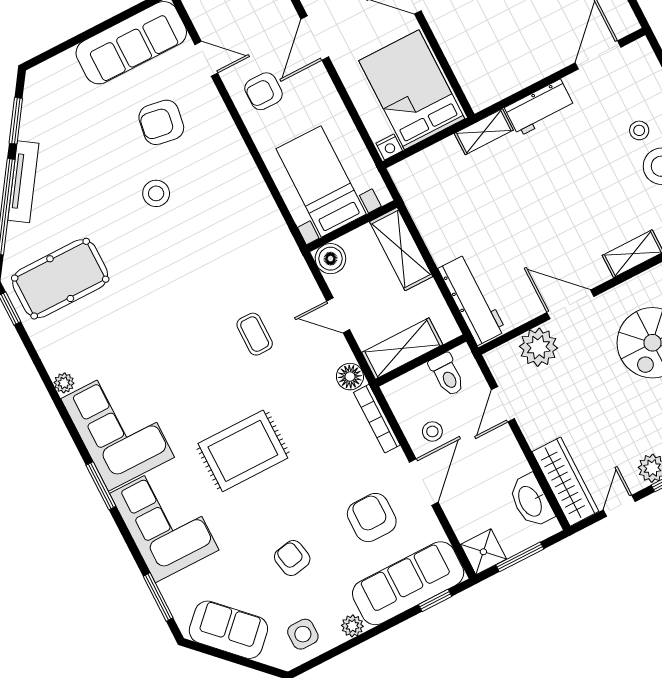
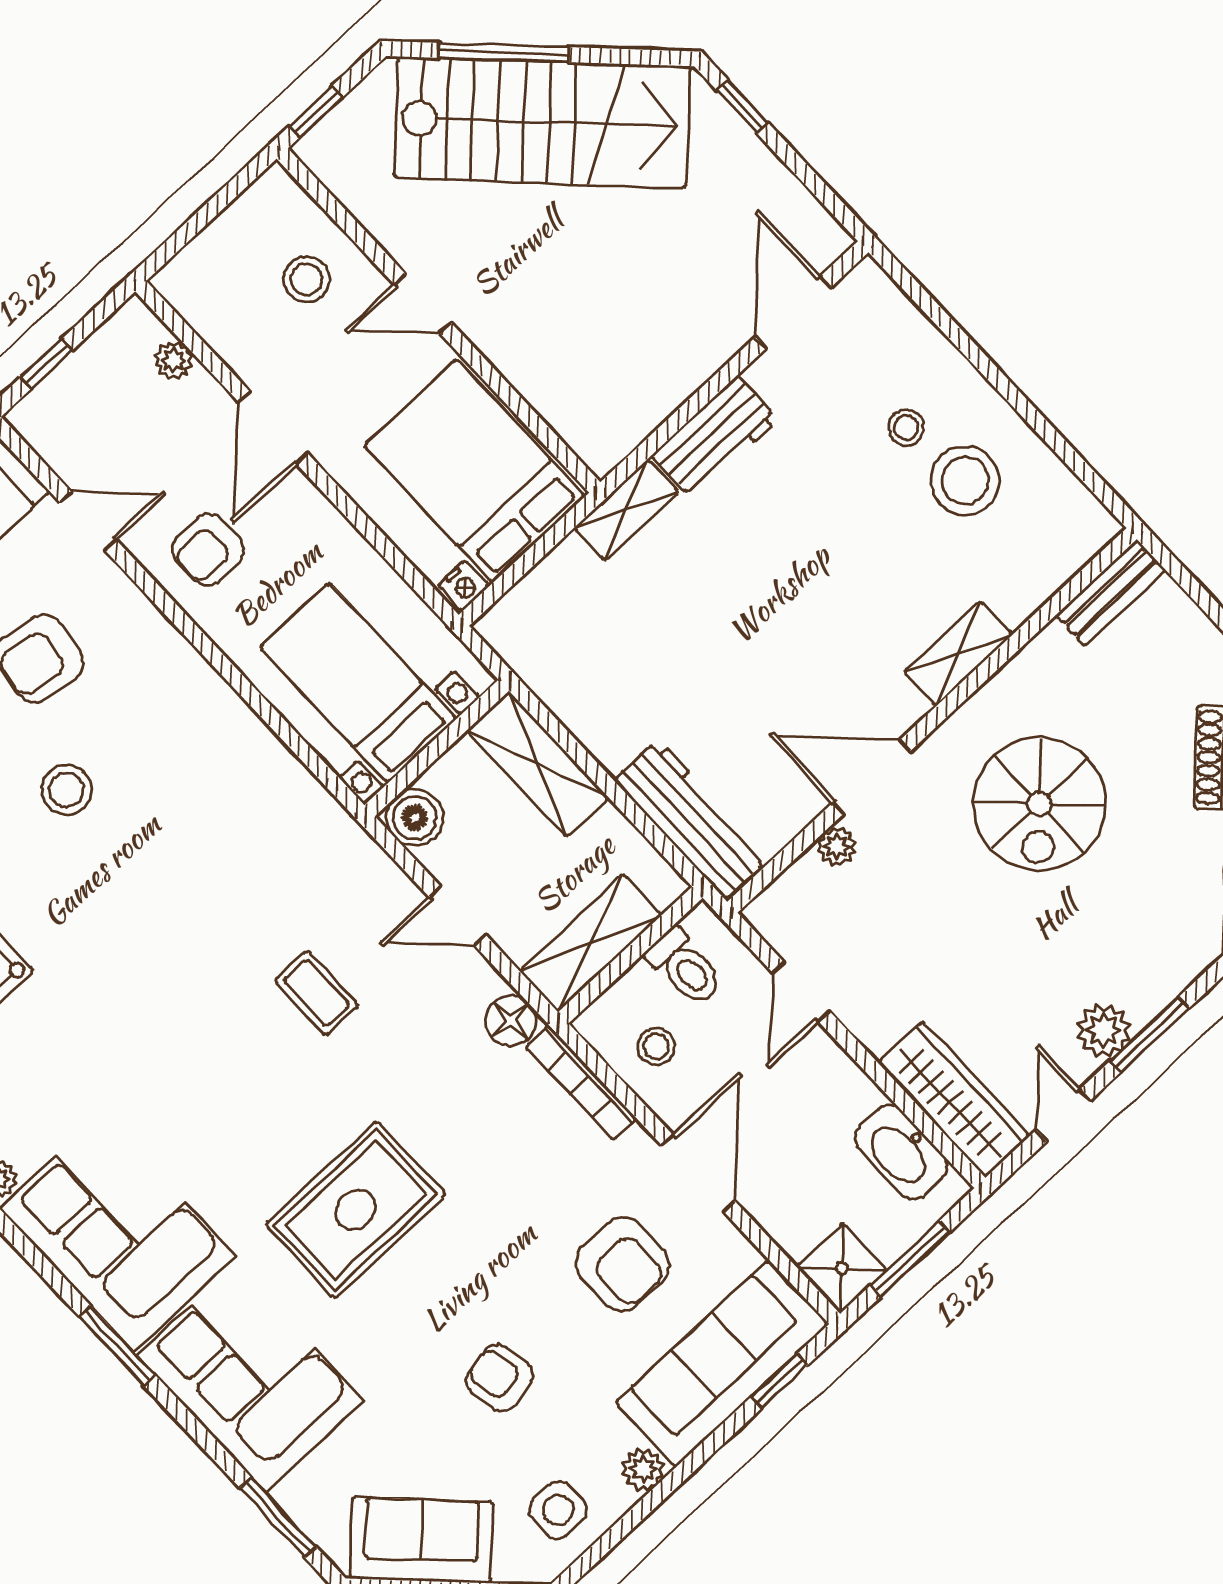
plant: (538, 347) -> (837, 847), width x0.53, depth x0.53
stool: (432, 431) -> (656, 1046), moved
armchair: (372, 518) -> (622, 1264), turned 180

